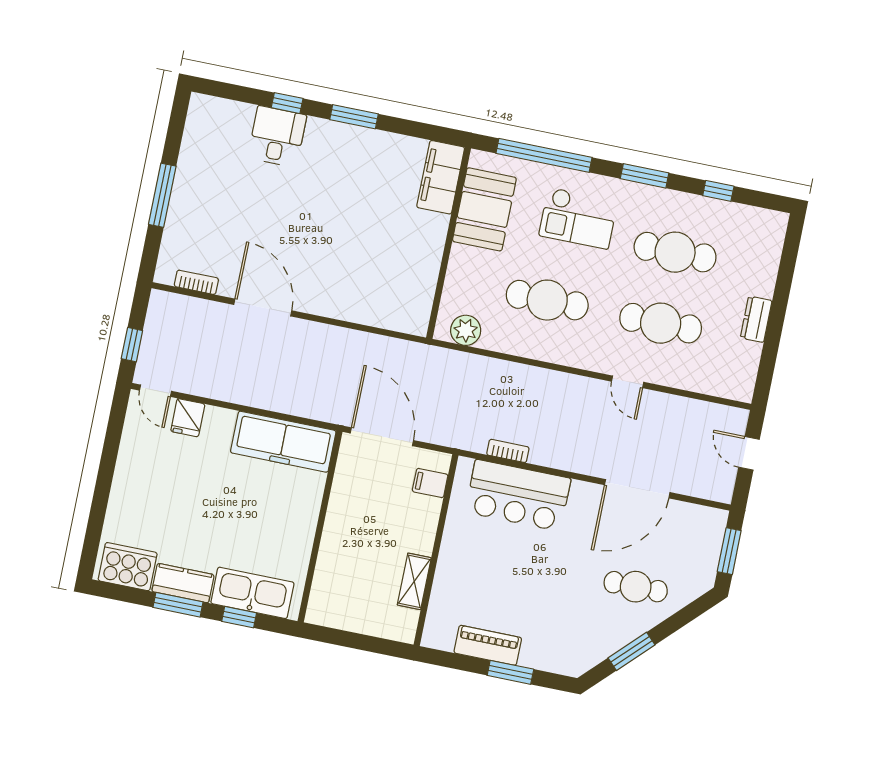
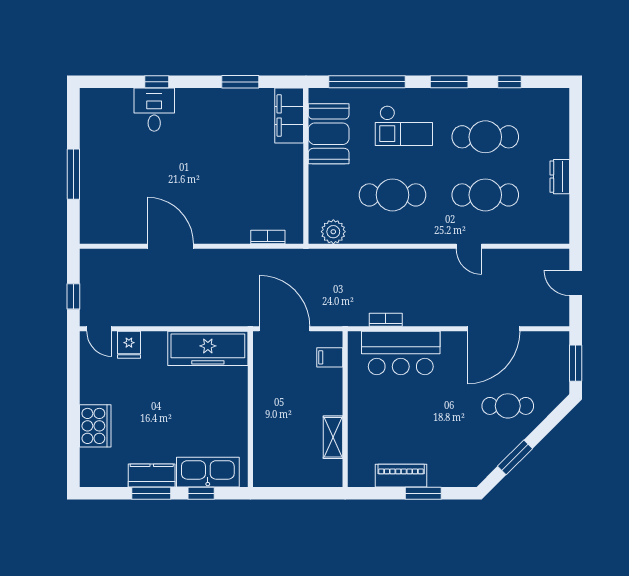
window: (354, 117) -> (240, 82), moved
bookcase: (196, 282) -> (268, 237), moved
cooker: (128, 567) -> (95, 426), moved, turned 90

